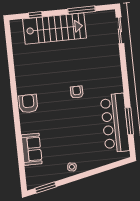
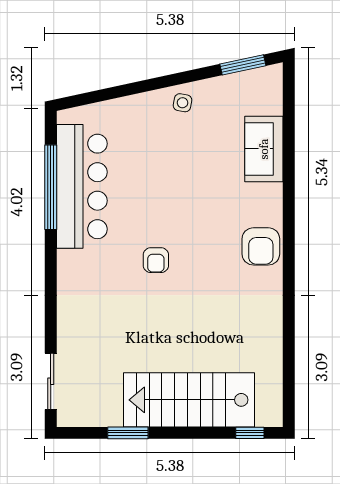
window: (81, 10) -> (128, 433), width x0.69
window: (35, 15) -> (250, 433), moved
window: (129, 121) -> (51, 187), width x1.46

